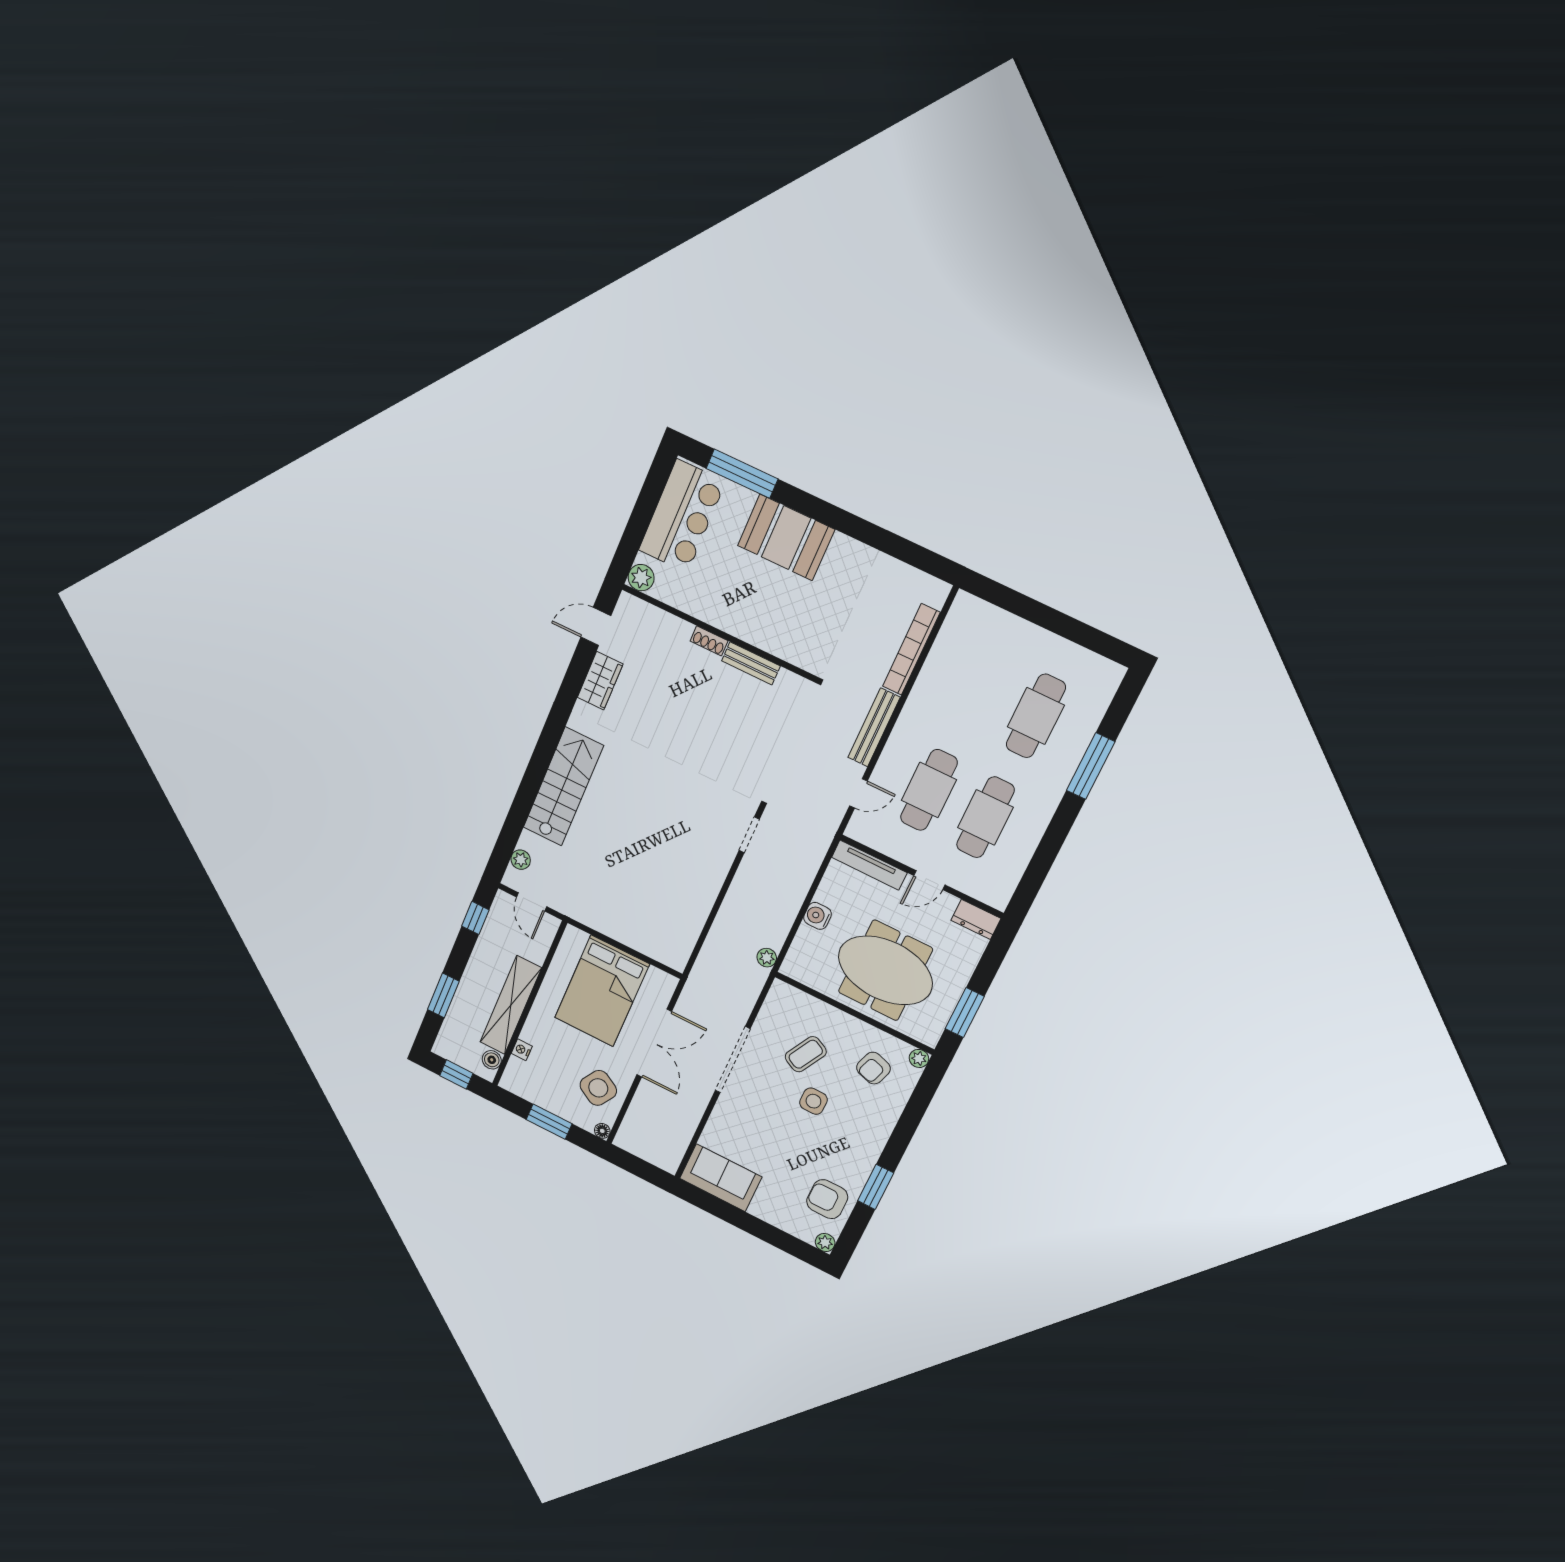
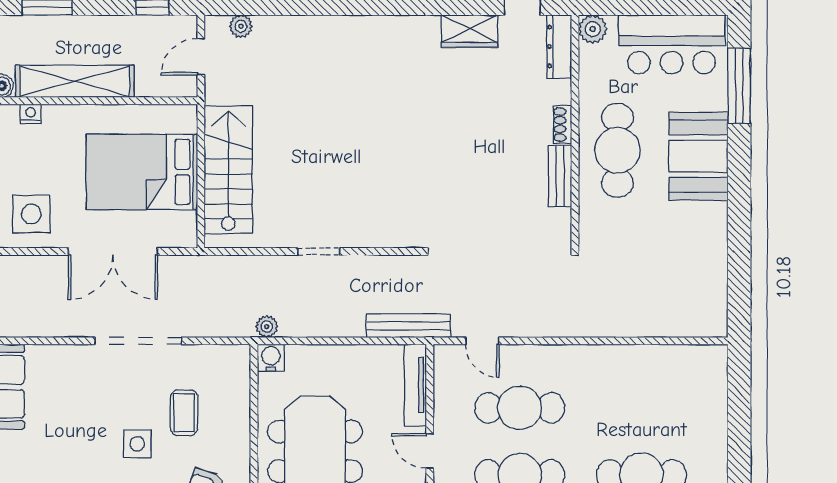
cafe table: (751, 605) -> (617, 150), added
dresser: (644, 613) -> (559, 47), added
bookcase: (911, 649) -> (648, 326), removed
bench: (874, 727) -> (408, 326), moved
stairs: (563, 787) -> (228, 170), moved, turned -90
doorway: (749, 835) -> (319, 252), moved
water cooler: (817, 916) -> (271, 358), moved
coffee table: (806, 1054) -> (184, 413), turned 62
side table: (598, 1088) -> (31, 214), turned -31

